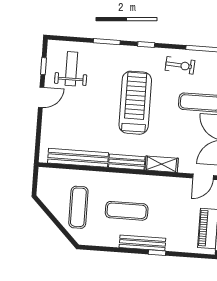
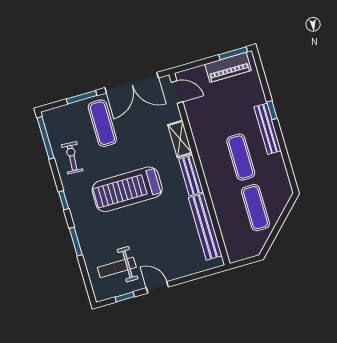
exercise mat: (78, 207) -> (255, 208), turned 90

